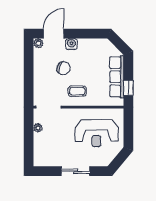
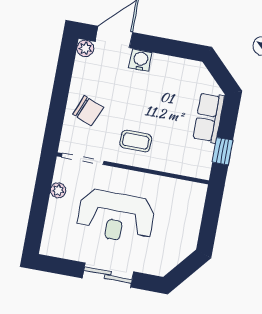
chair: (64, 68) -> (88, 111), moved
row of seats: (117, 77) -> (209, 118), width x0.68
reception desk: (97, 133) -> (116, 216), moved

